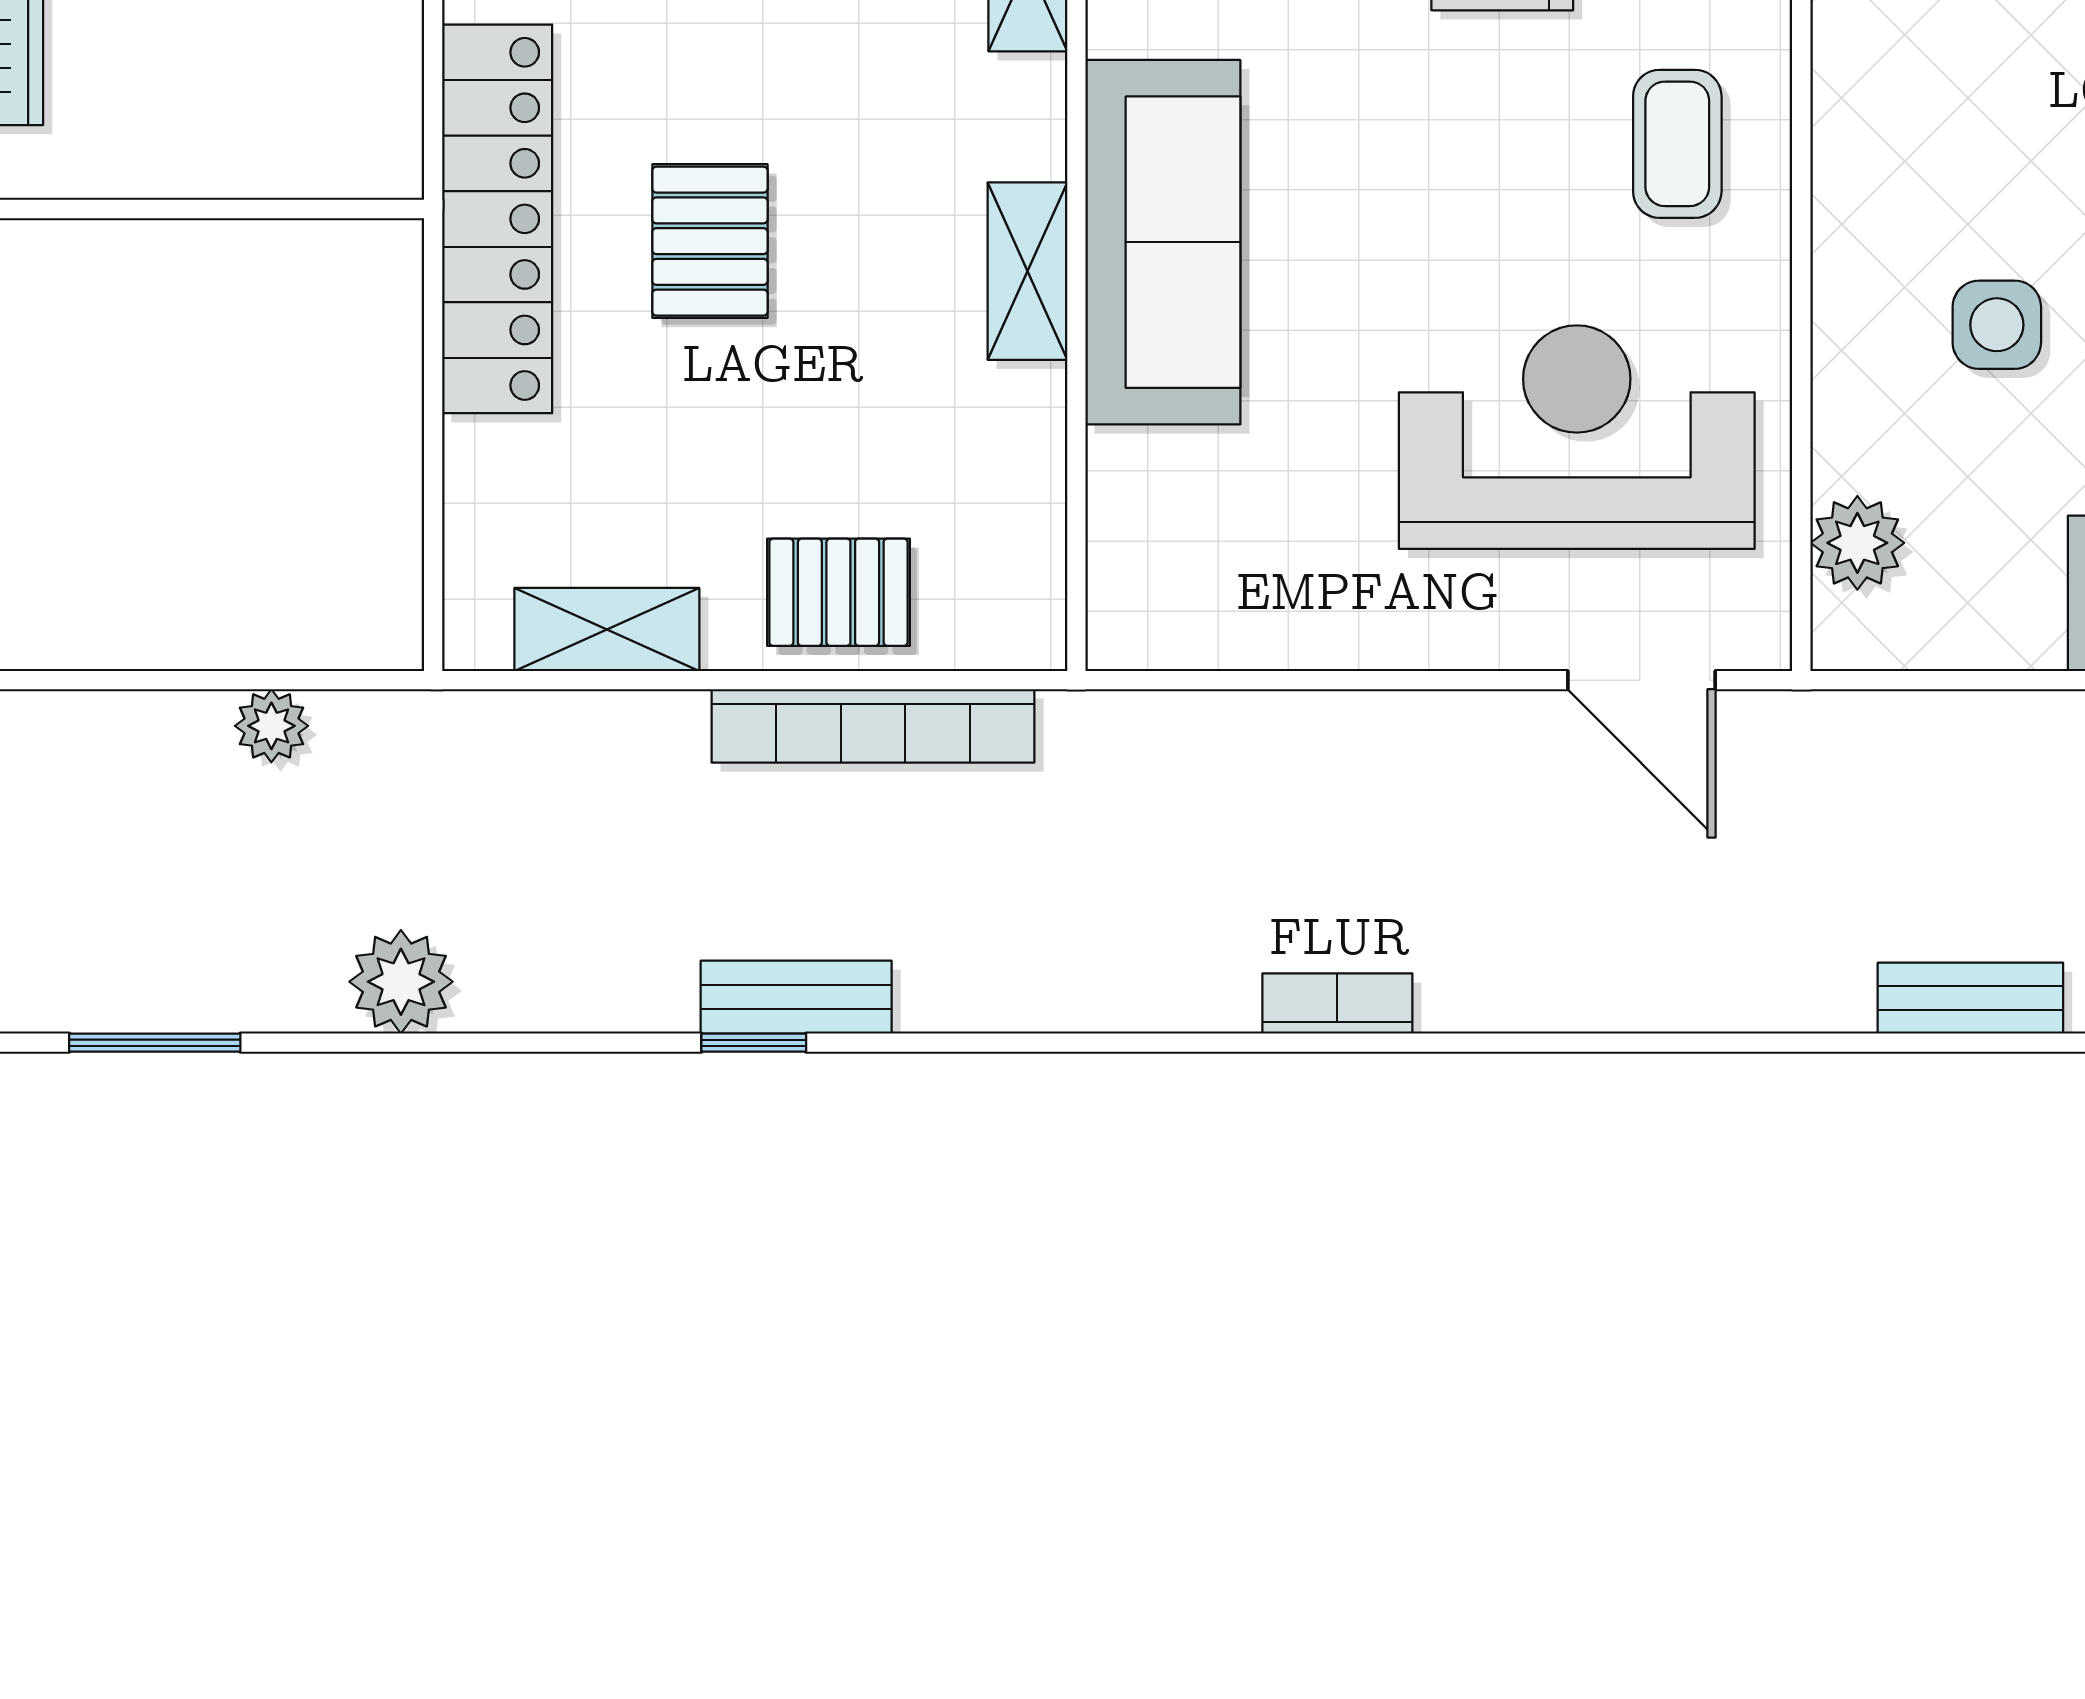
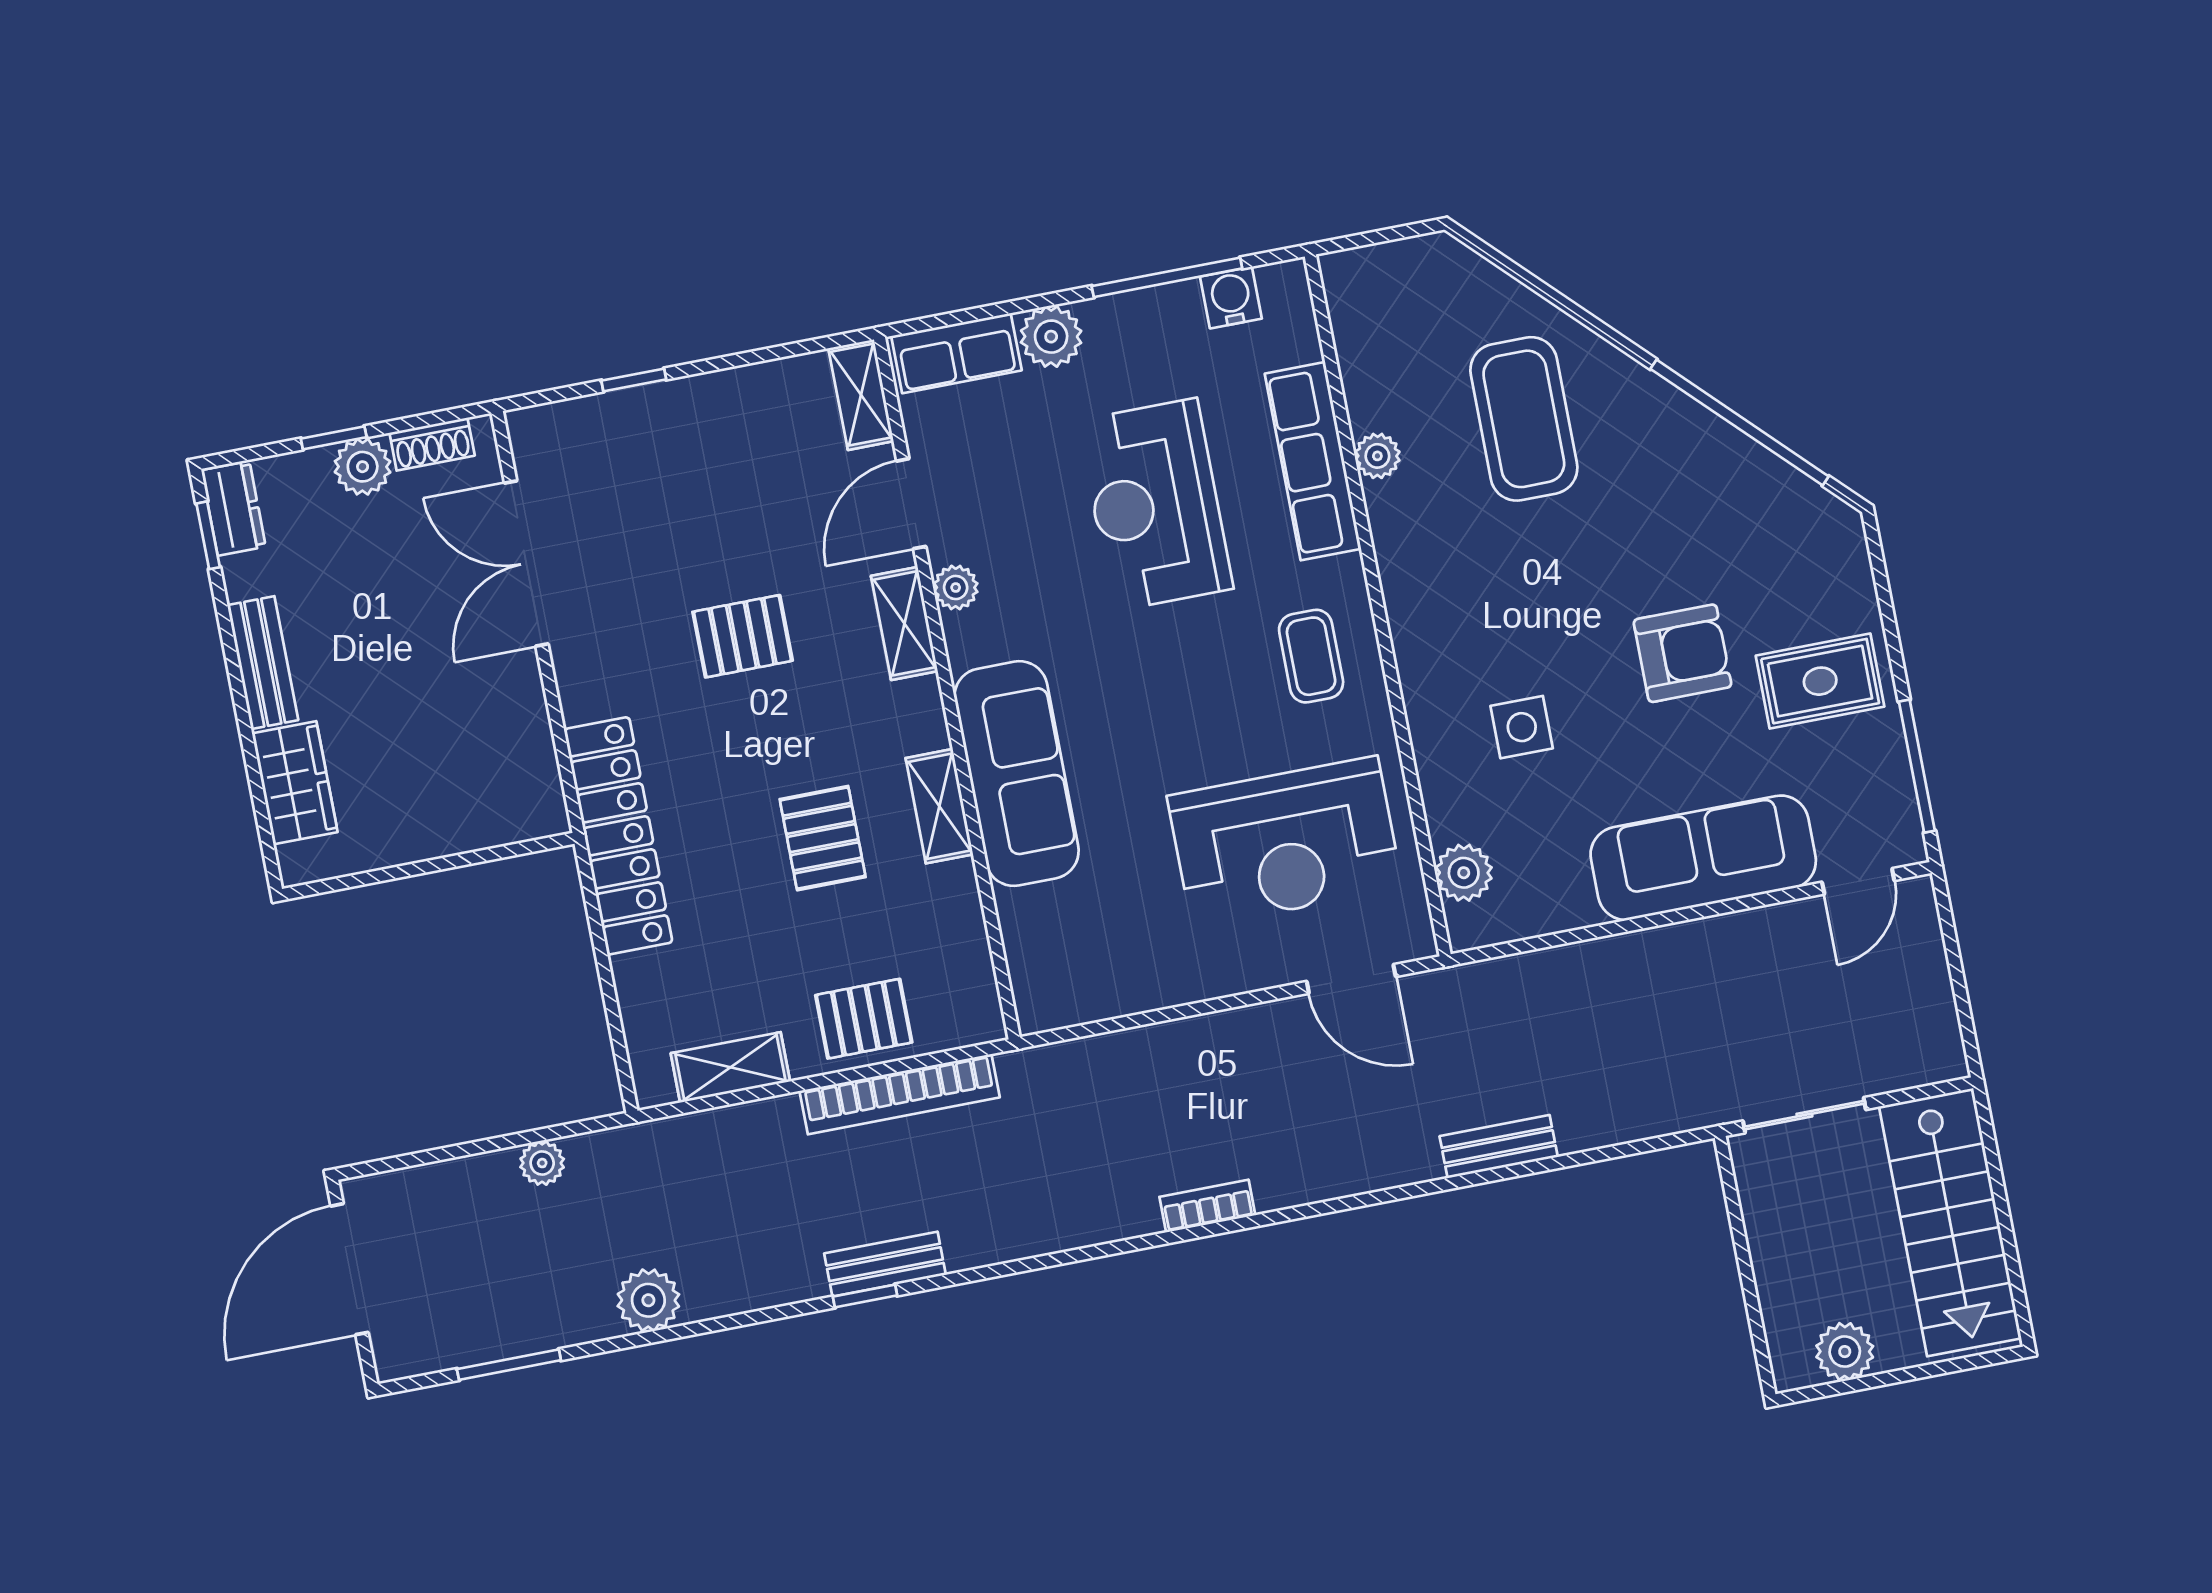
pallet: (710, 241) -> (823, 838), moved
reception desk: (1577, 437) -> (1285, 842), turned 180
bench: (1970, 998) -> (1499, 1147), moved

